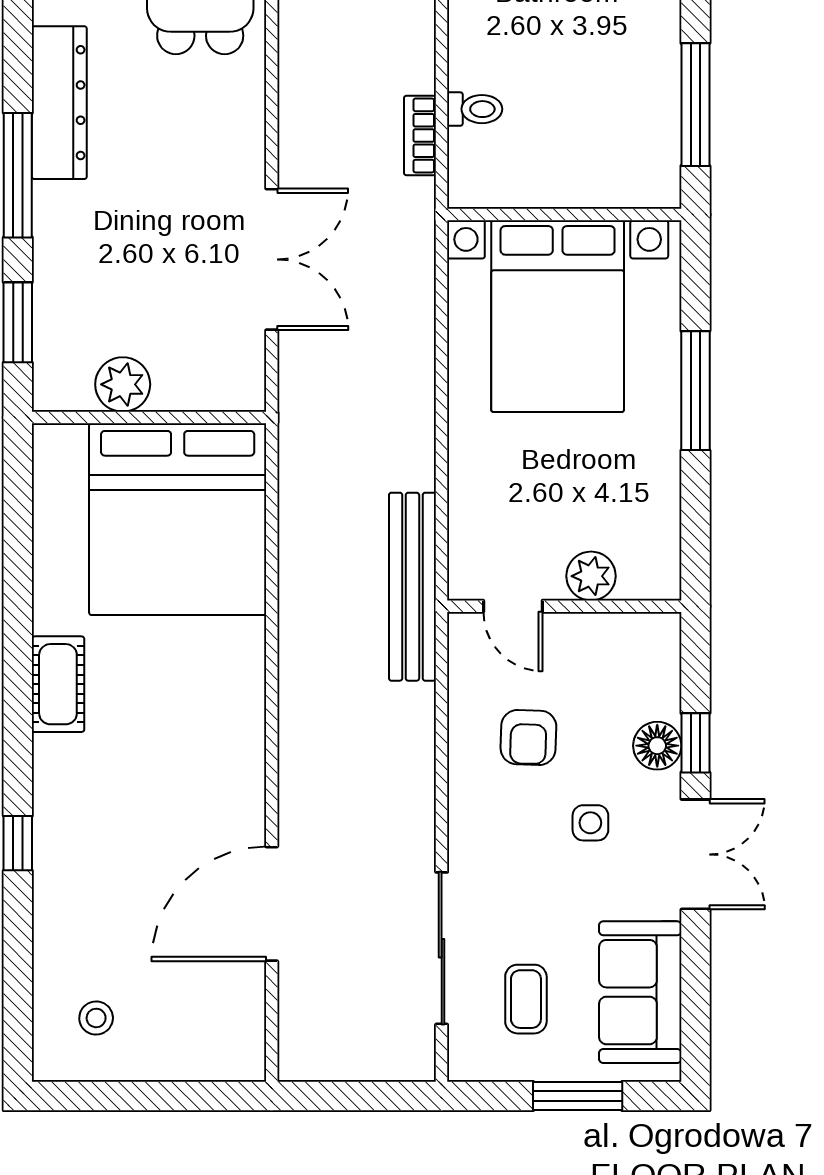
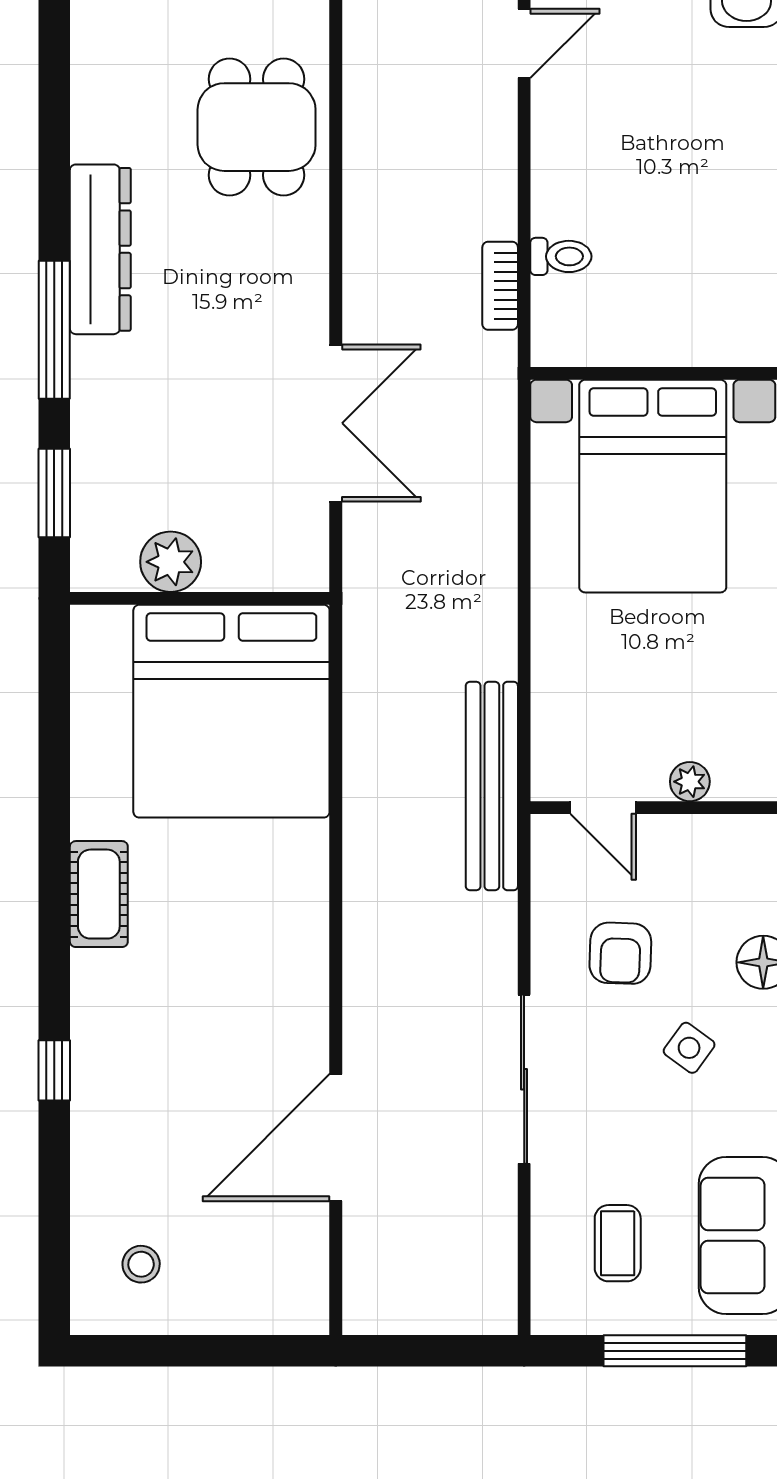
plant: (591, 576) -> (690, 782), width x0.73, depth x0.73
side table: (590, 823) -> (689, 1048), turned 36
sliding door: (442, 948) -> (524, 1079), moved
window: (578, 1096) -> (675, 1351), width x1.44

